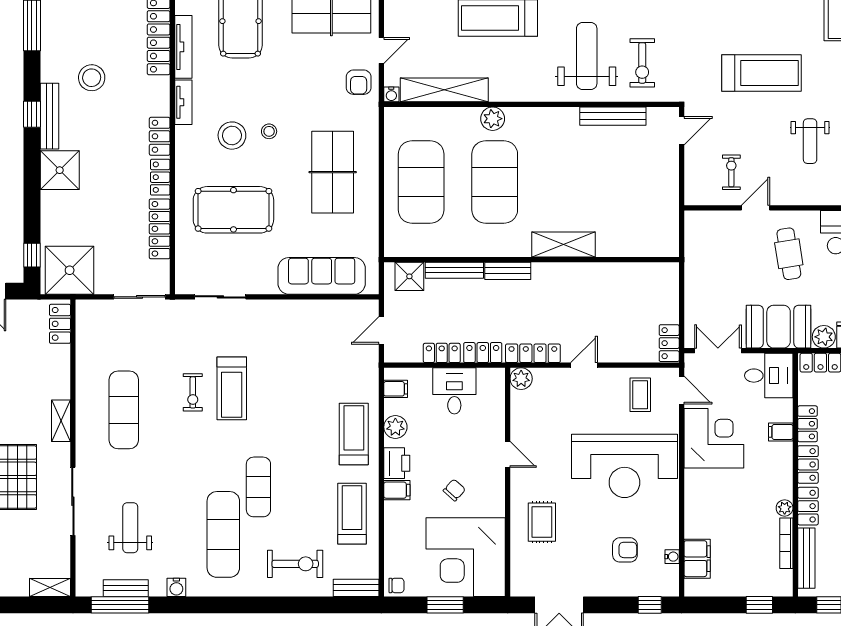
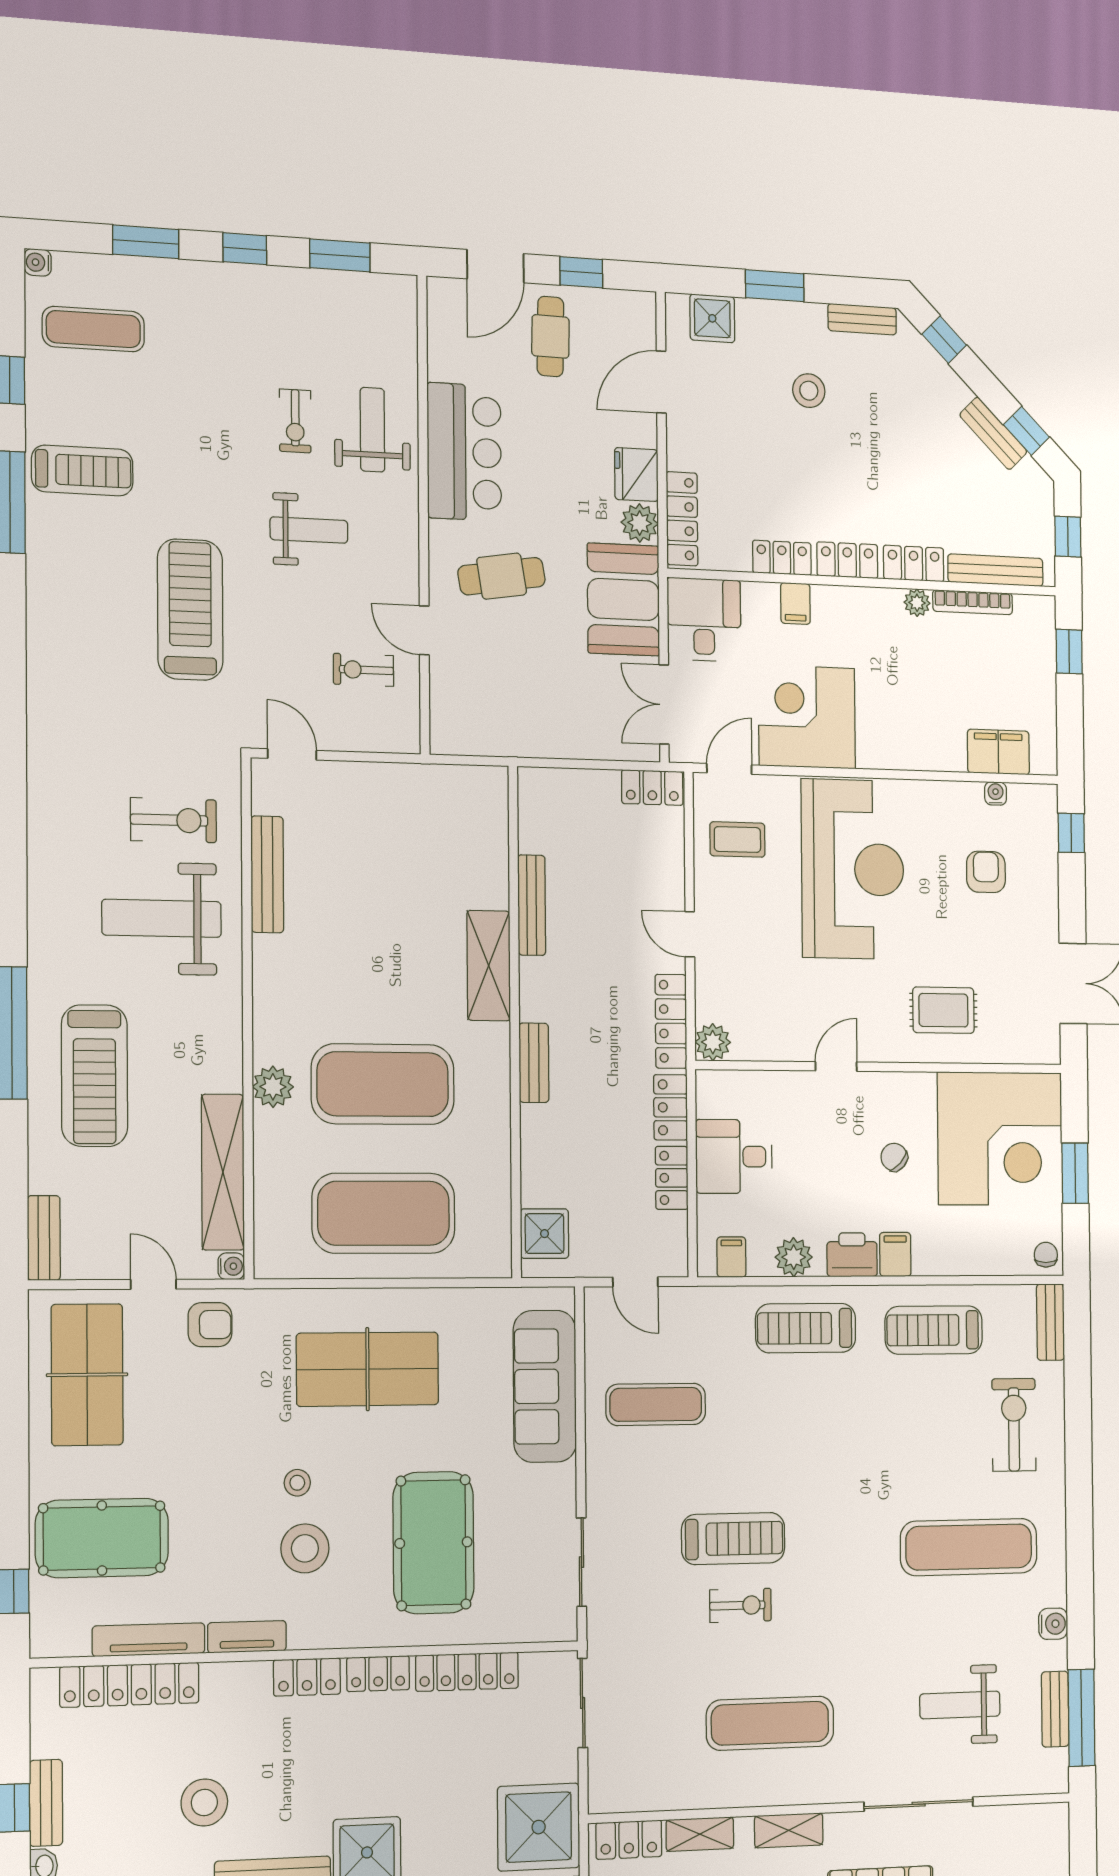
bench: (454, 270) -> (532, 905), moved
exercise mat: (258, 487) -> (656, 1404), moved
shelving: (50, 587) -> (700, 1834), moved, turned 90

